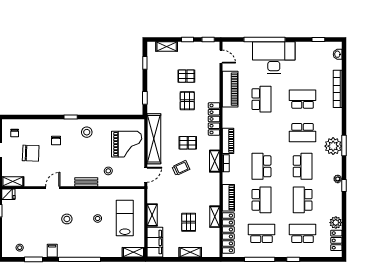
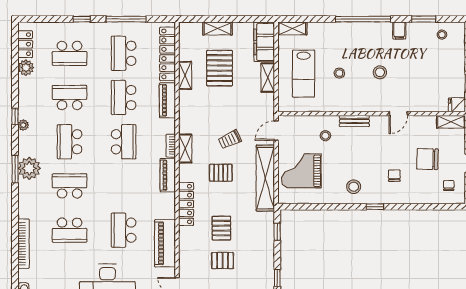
school desk: (303, 200) -> (70, 98), turned -90
pallet: (189, 222) -> (220, 68), width x1.50, depth x1.42
school desk: (262, 233) -> (124, 53), turned 90

